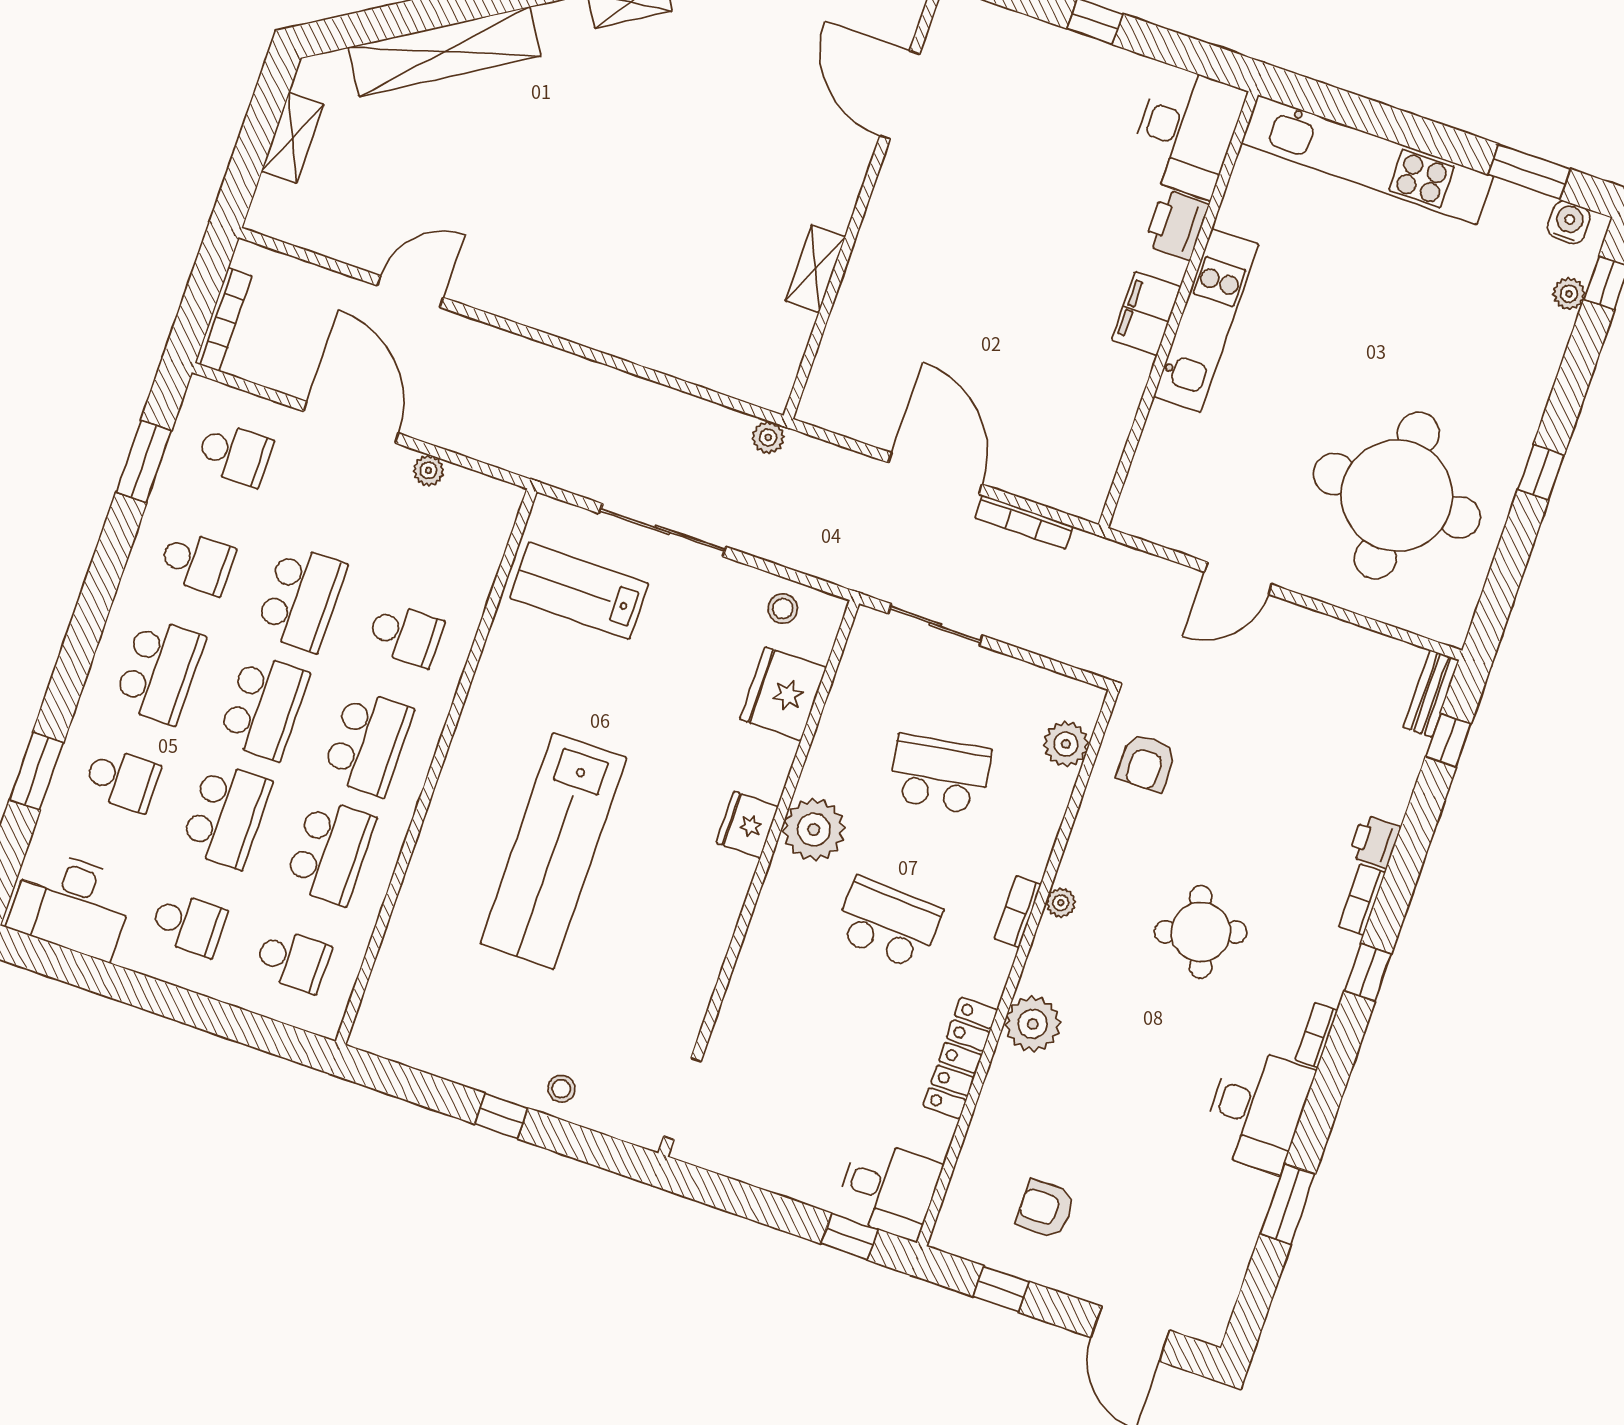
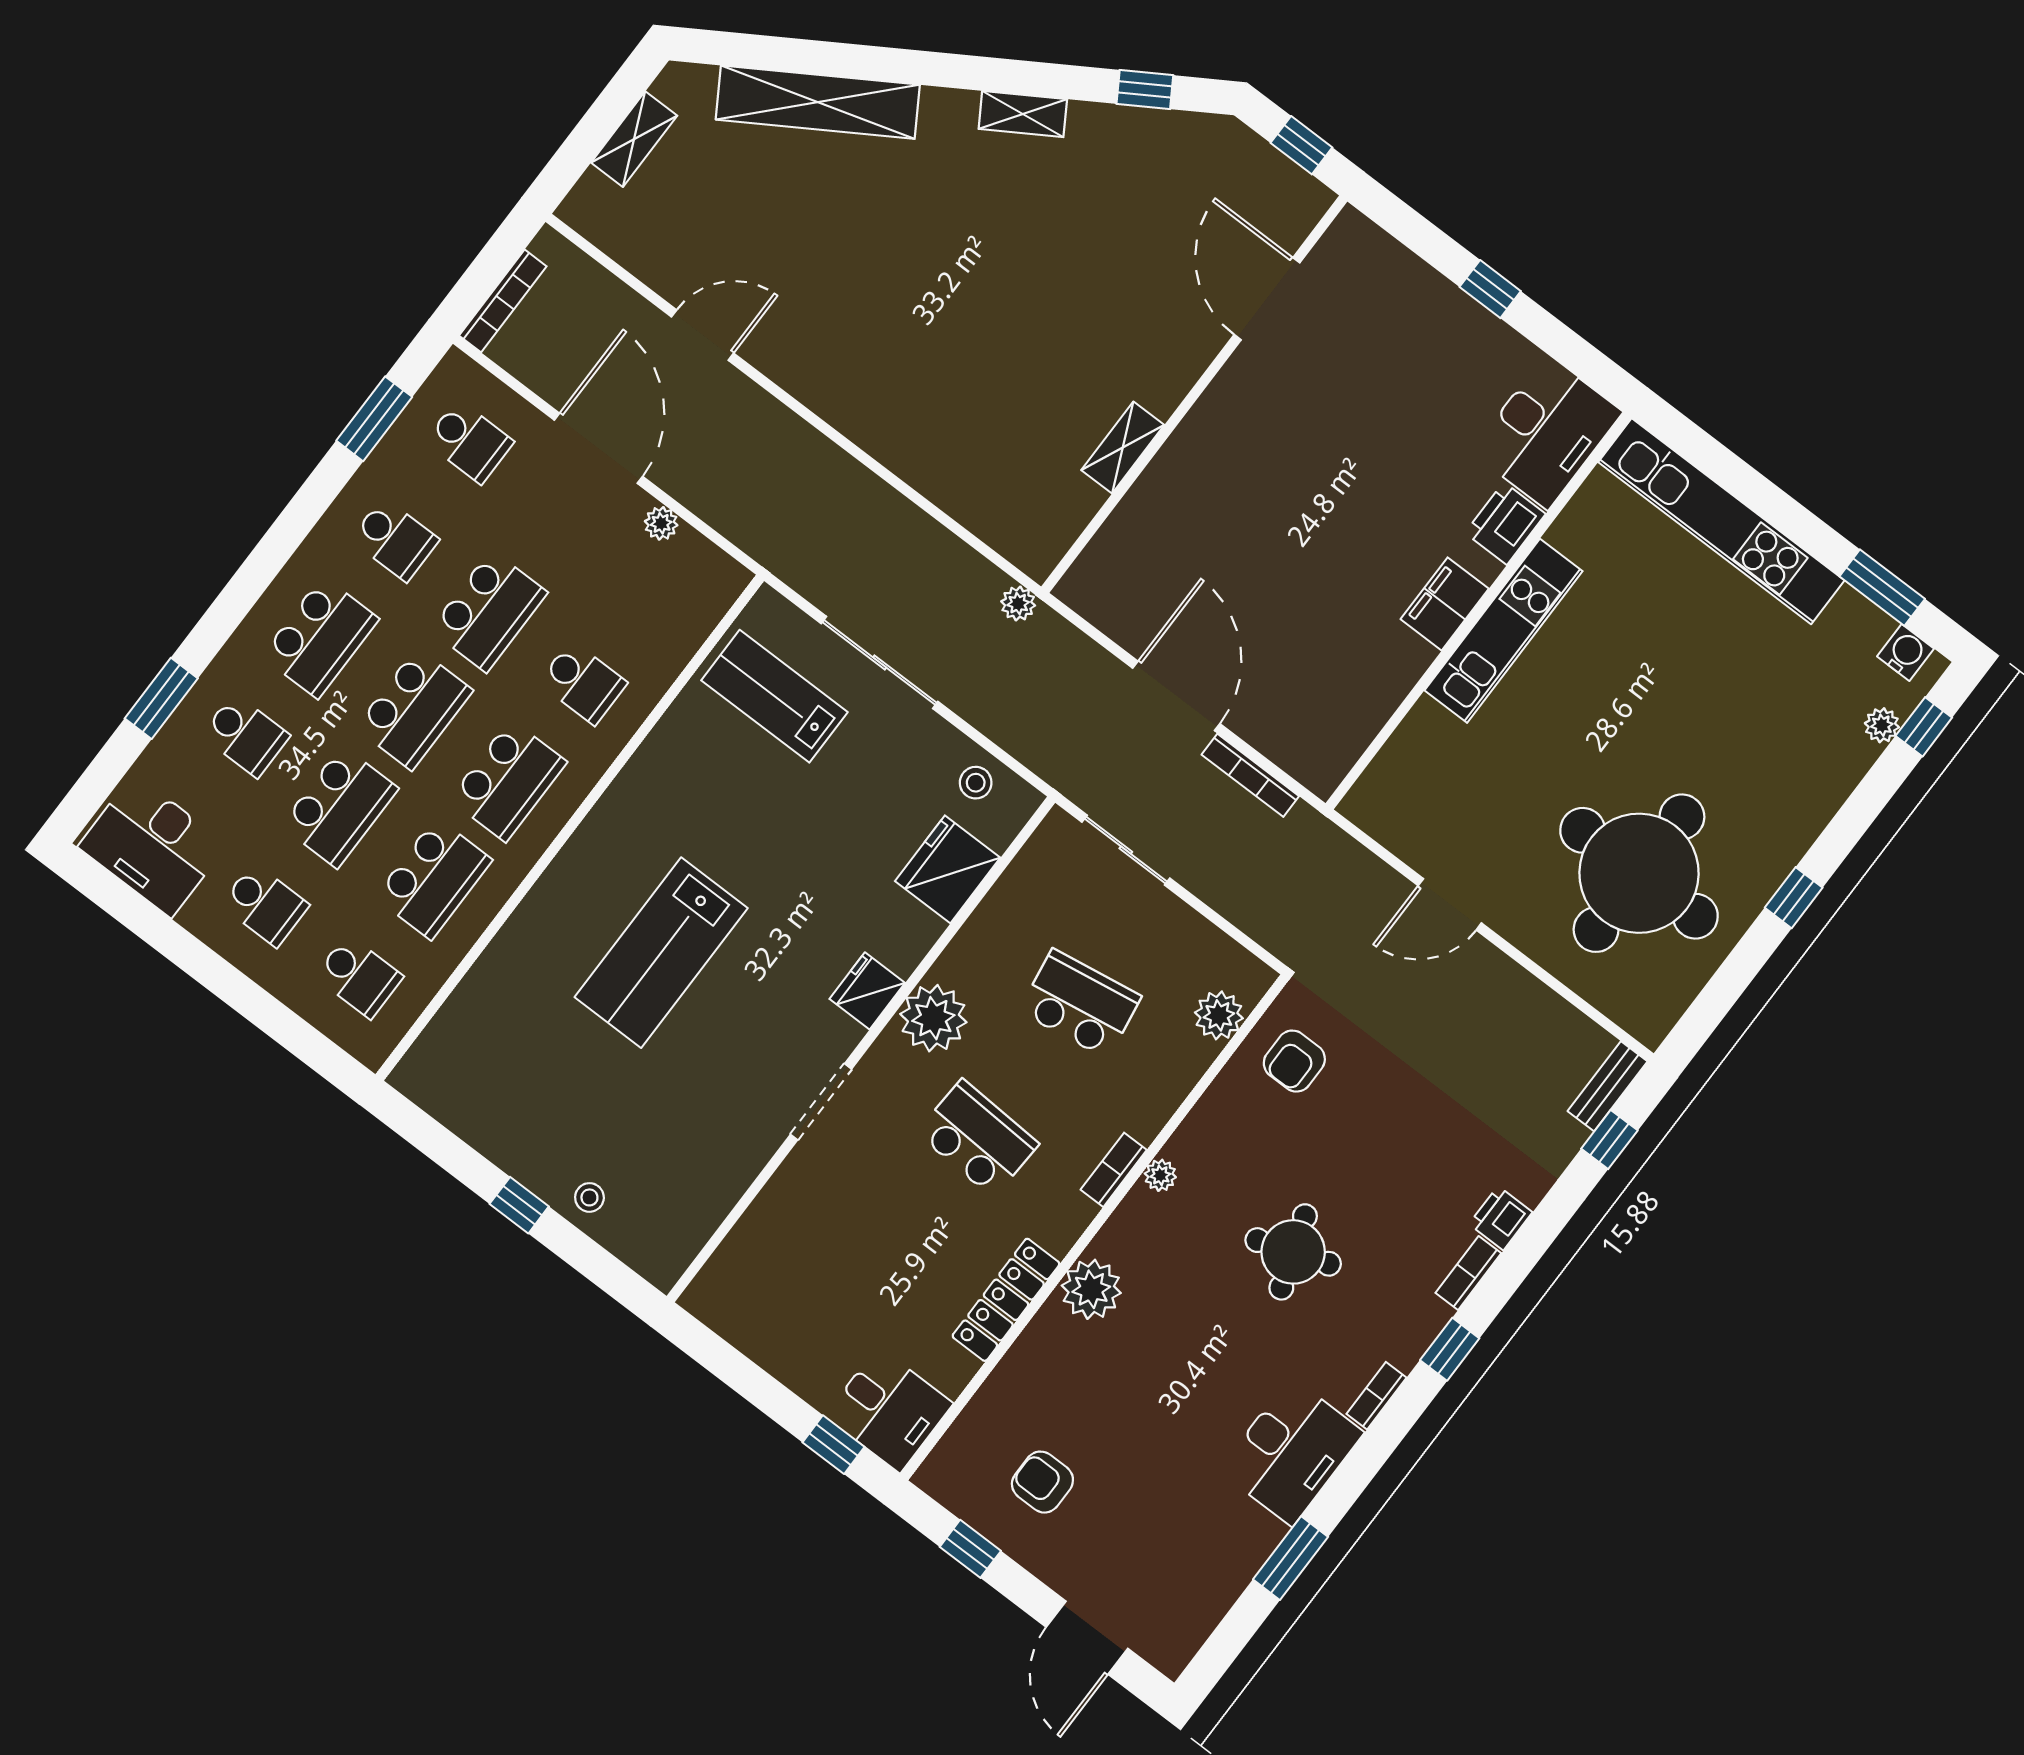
lab bench: (553, 851) -> (661, 953), width x0.73
doorway: (682, 1099) -> (821, 1102), moved

